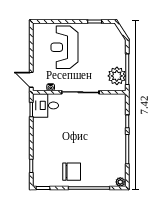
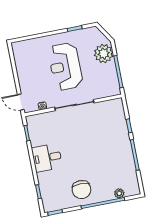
reception desk: (64, 47) -> (65, 66), moved
plant: (117, 76) -> (104, 54), moved
desk: (46, 105) -> (47, 158), moved
chair: (72, 172) -> (81, 190), turned 90
plant: (120, 182) -> (119, 193), moved

